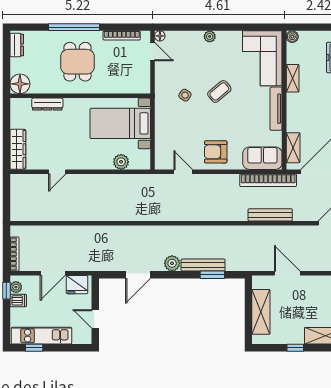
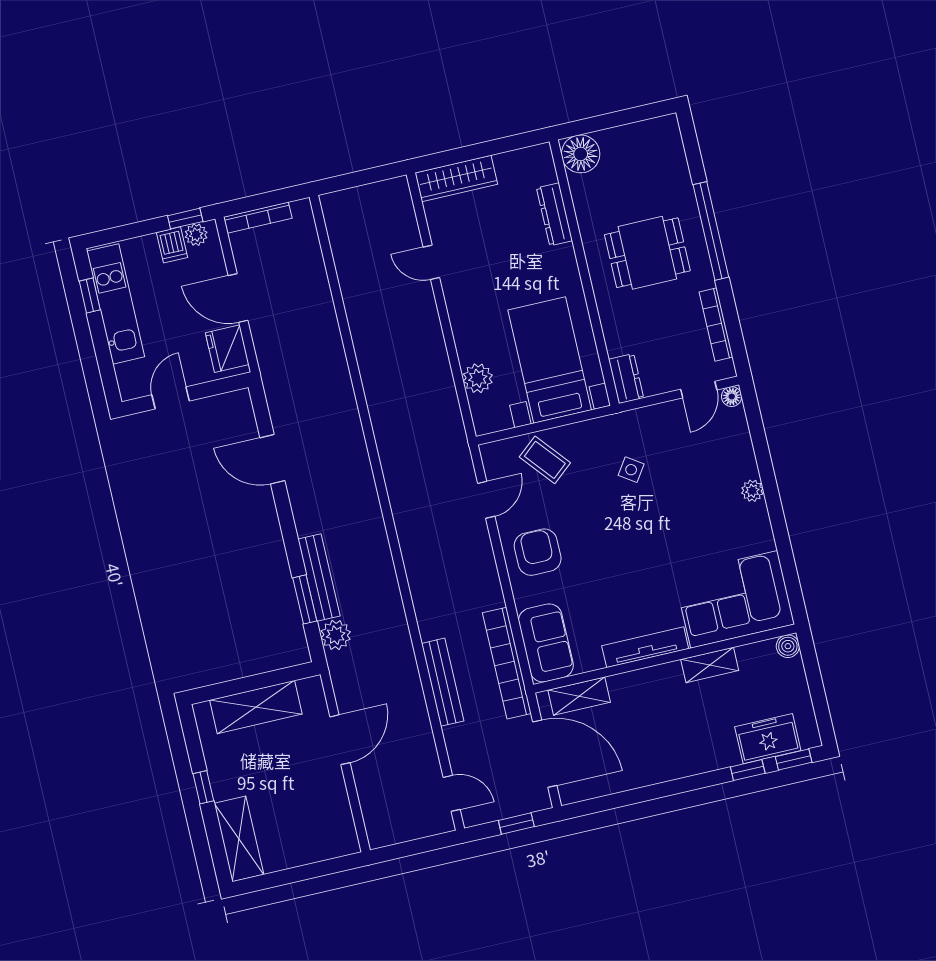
dresser: (17, 45) -> (626, 379), moved, turned -90
coffee table: (219, 91) -> (545, 460), moved
plant: (172, 263) -> (336, 635), moved

